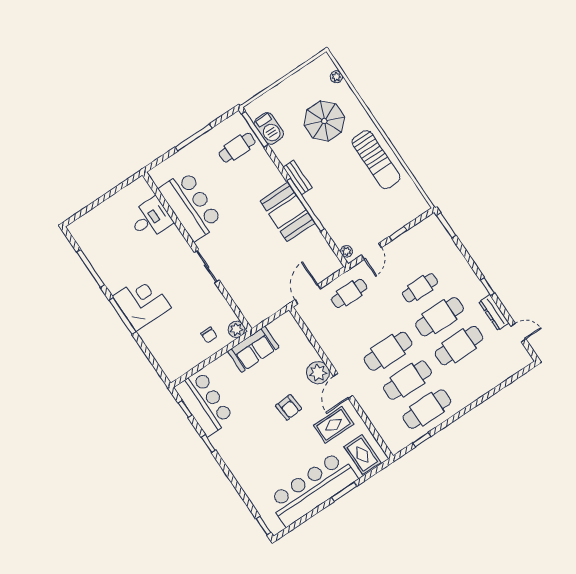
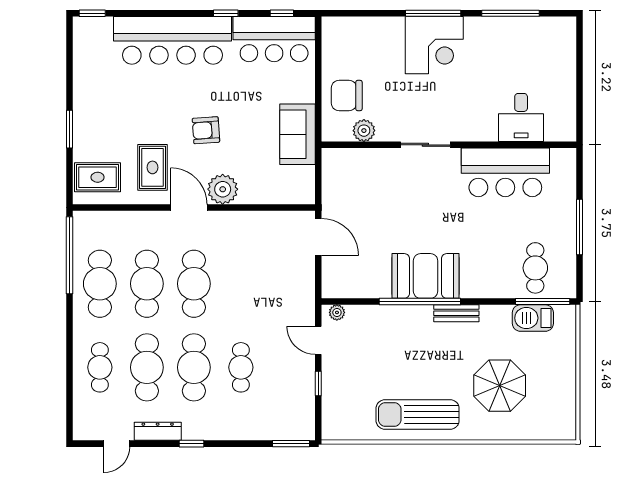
plant: (336, 77) -> (540, 432), removed
cafe table: (349, 293) -> (100, 367), moved
plant: (236, 329) -> (364, 131), moved
chair: (209, 335) -> (347, 96), width x1.87, depth x1.87
window: (422, 440) -> (70, 255), width x3.17
bar counter: (313, 489) -> (172, 40), moved, turned 90

